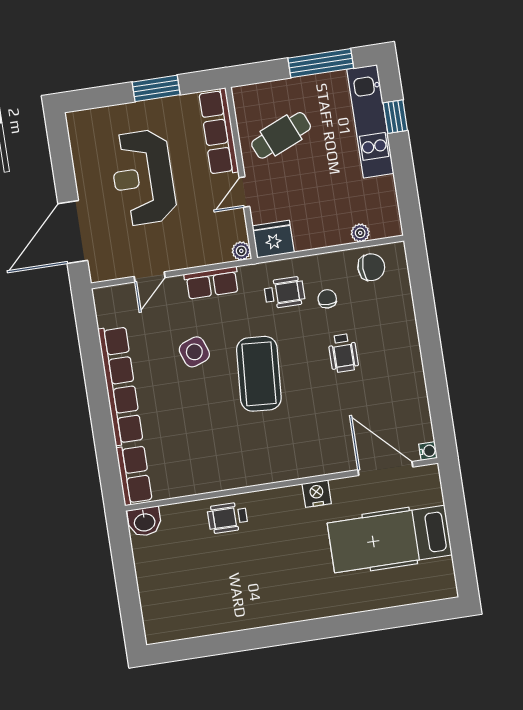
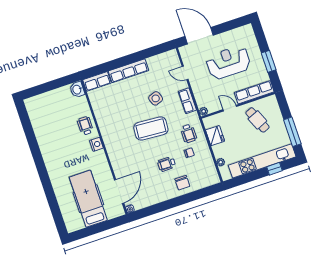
kitchen unit: (370, 121) -> (262, 161), width x1.36
fridge: (273, 239) -> (215, 136), moved
chair: (371, 267) -> (182, 183), moved
row of seats: (120, 385) -> (129, 71), width x0.73
nightstand: (317, 494) -> (96, 144), moved

